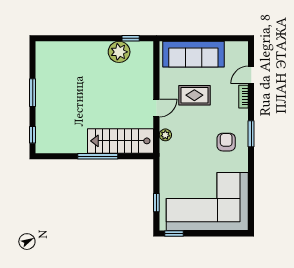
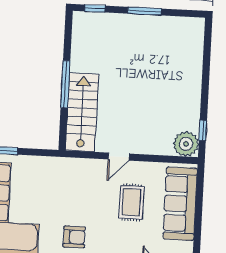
plant: (119, 52) -> (186, 144), moved
door: (156, 108) -> (119, 157), hinge flipped
plant: (165, 135) -> (86, 165), removed

